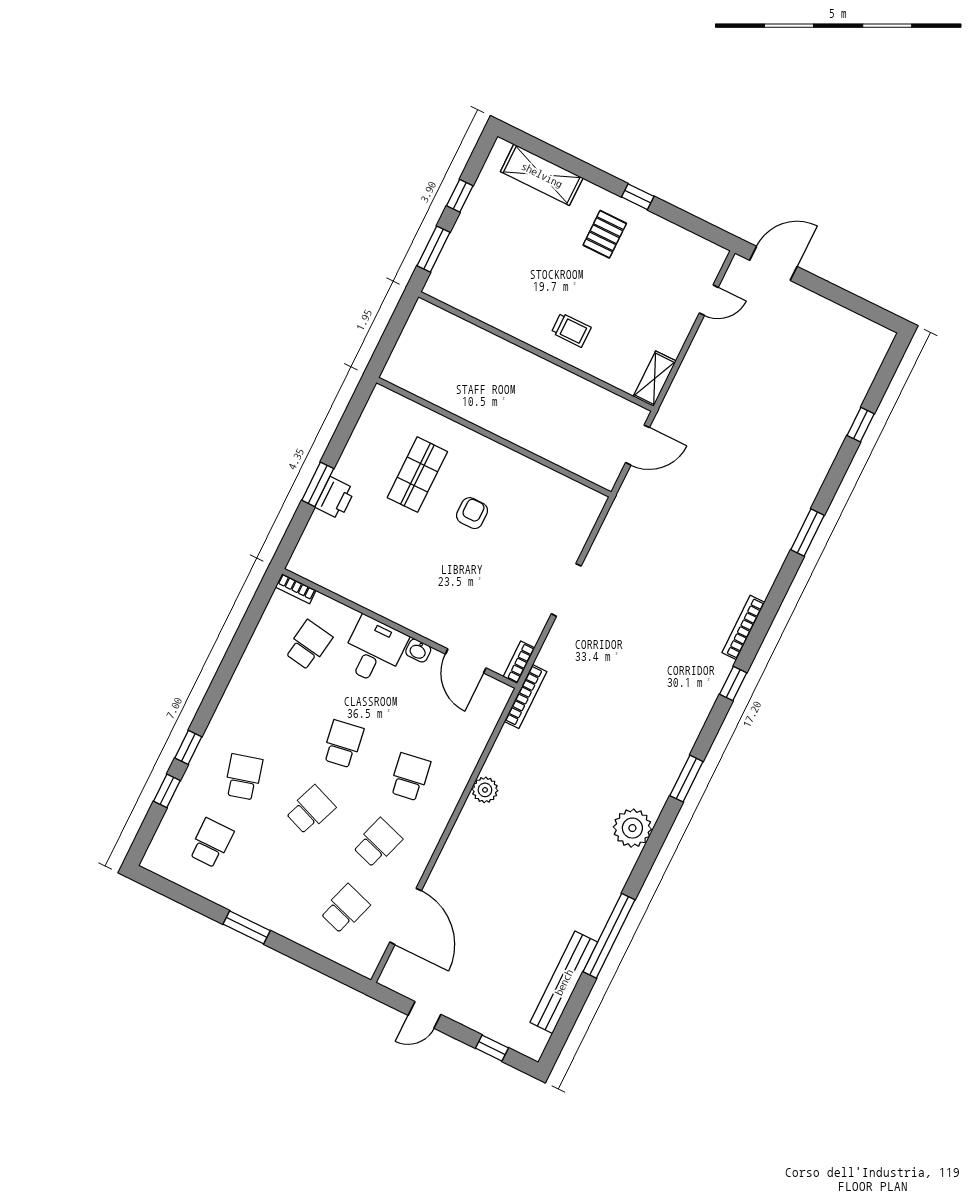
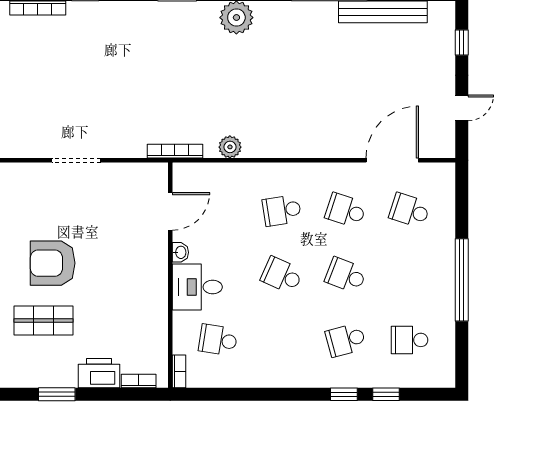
window: (318, 484) -> (57, 394), moved
printer: (335, 498) -> (99, 373), width x1.37, depth x1.19
armchair: (472, 513) -> (53, 263), width x1.88, depth x1.88
bookcase: (519, 662) -> (139, 381), moved, turned 180
school desk: (343, 744) -> (282, 275), turned 33
plant: (485, 790) -> (230, 147), moved
window: (247, 927) -> (462, 280), width x2.11
door: (424, 1015) -> (462, 108), hinge flipped

